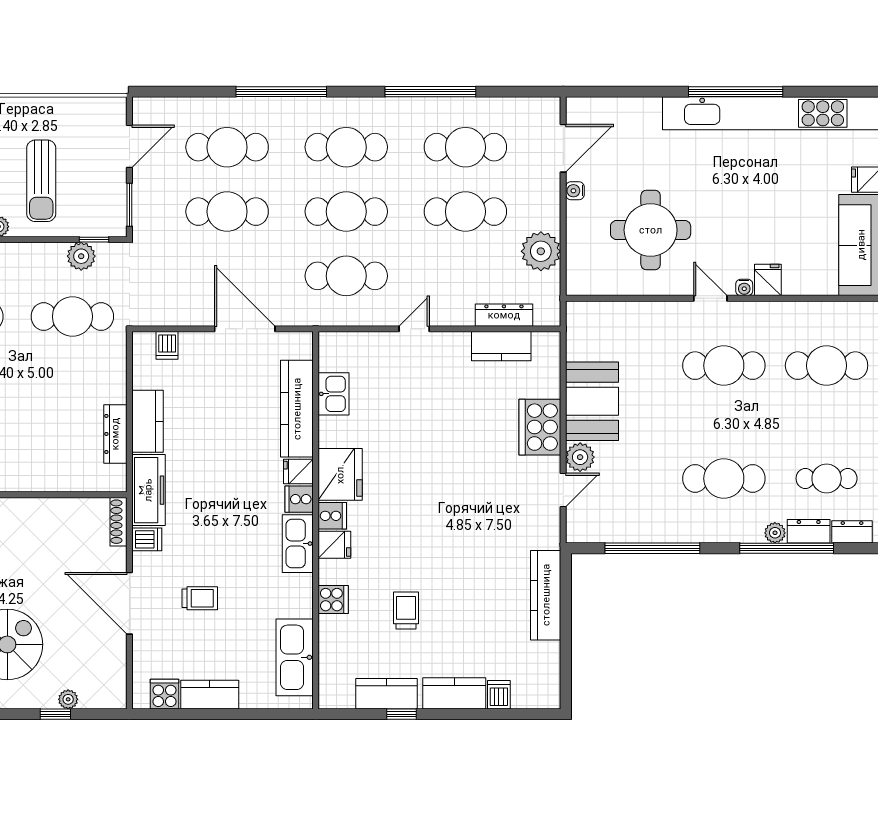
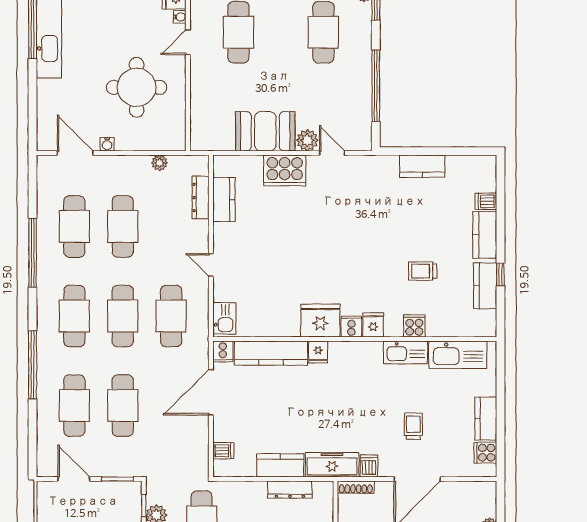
plant: (541, 251) -> (159, 163), width x0.53, depth x0.53
kitchen sink: (334, 394) -> (224, 318), moved, turned 90
cooker: (299, 499) -> (223, 351), moved
kitchen sink: (298, 544) -> (405, 352), moved
kitchen counter: (546, 595) -> (422, 166), width x0.67

